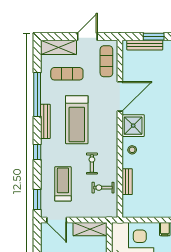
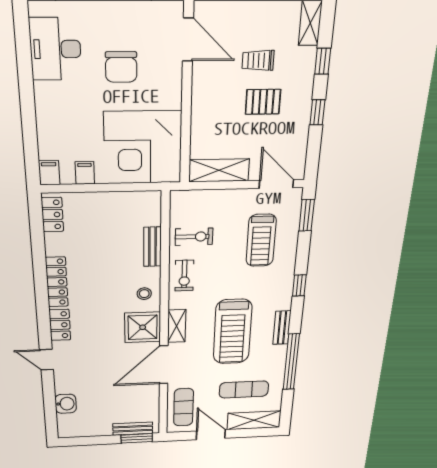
door: (87, 37) -> (211, 435), swing flipped
window: (154, 37) -> (137, 438), moved
bench: (145, 45) -> (133, 429), width x0.73
treadmill: (77, 120) -> (233, 332), turned 180
bench: (45, 121) -> (282, 328), width x0.73
shelving: (112, 126) -> (177, 326), added
exercise bike: (92, 164) -> (184, 276), moved

